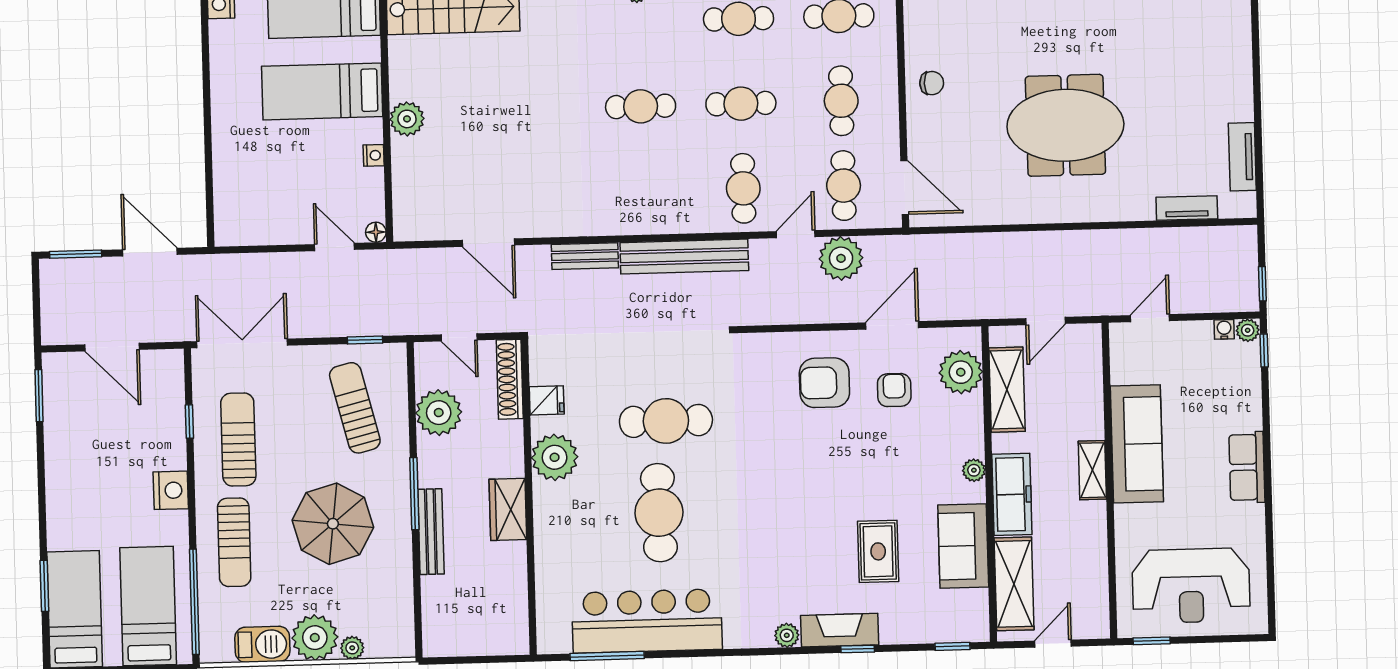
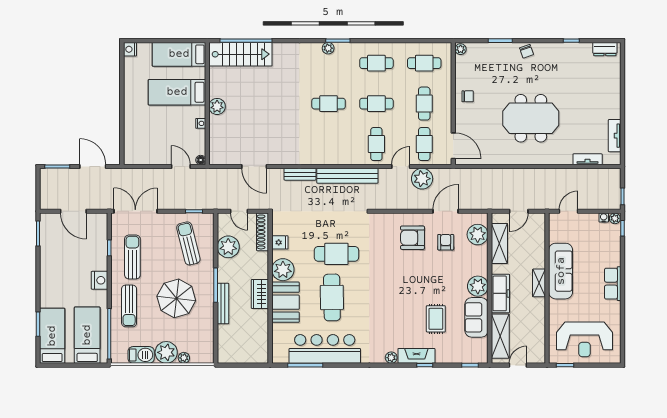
plant: (974, 470) -> (478, 286), width x1.88, depth x1.88
booth: (562, 525) -> (285, 302), added

